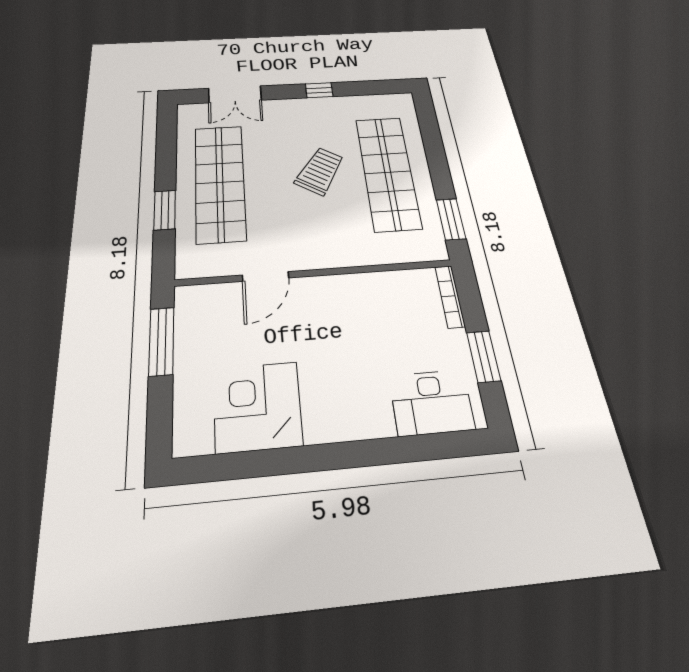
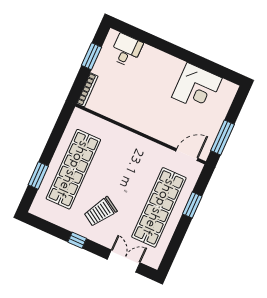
trolley: (320, 171) -> (100, 212), moved
window: (451, 219) -> (38, 175), moved
door: (266, 276) -> (187, 155), moved
desk: (432, 402) -> (126, 50), width x0.73

